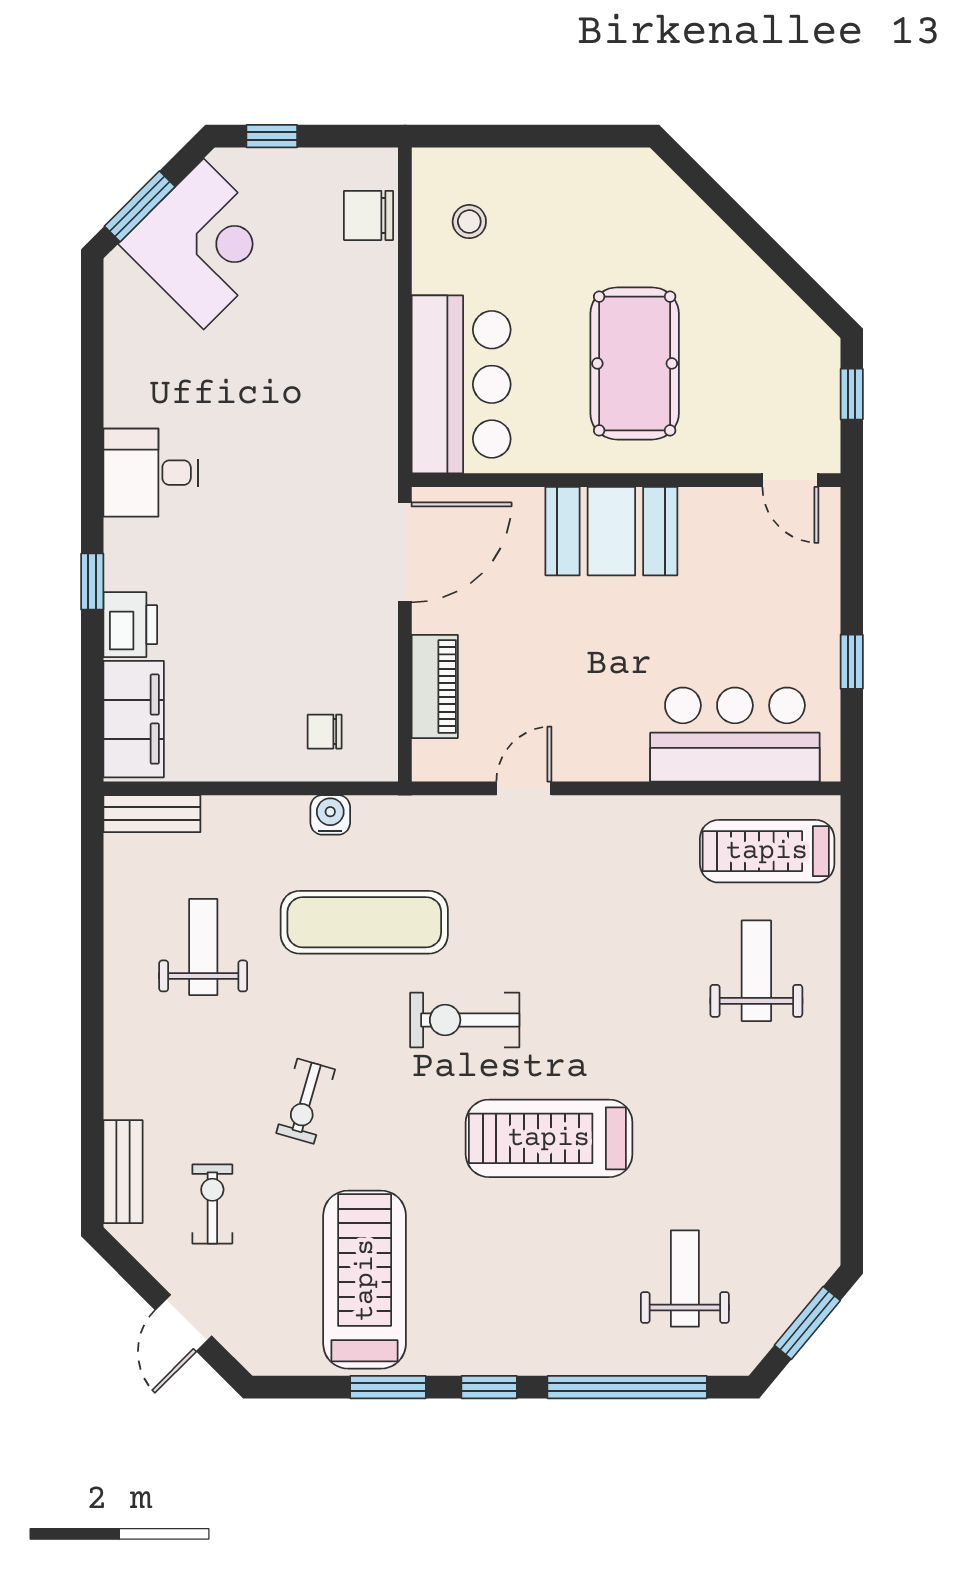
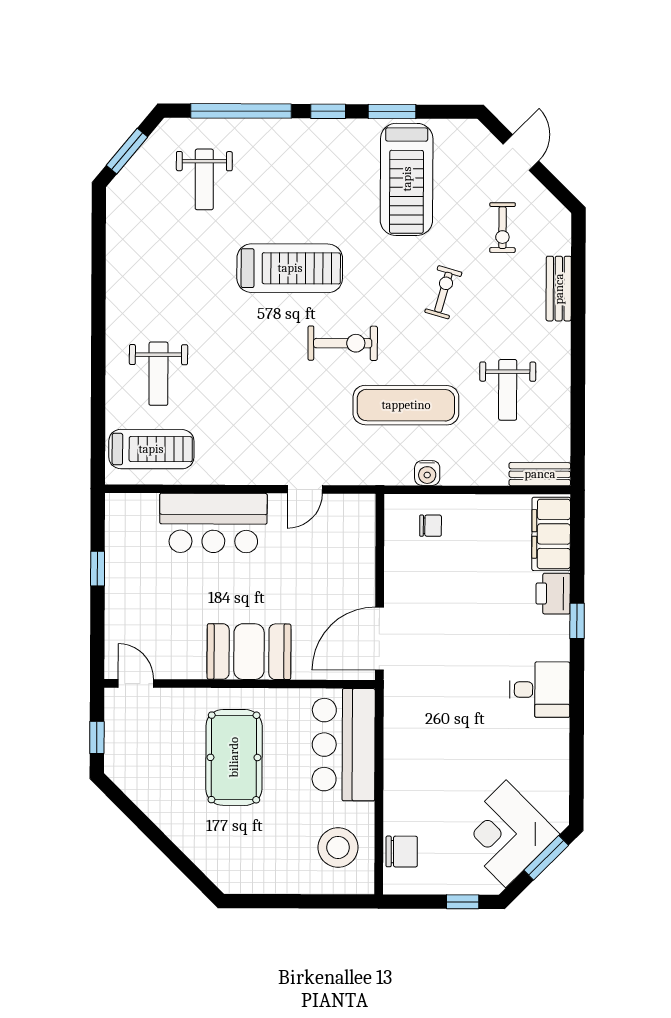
stool: (469, 222) -> (338, 847), width x1.89, depth x1.89
piano: (435, 686) -> (361, 554), removed
bar counter: (735, 735) -> (213, 523), moved
bench: (123, 1172) -> (559, 289), moved

